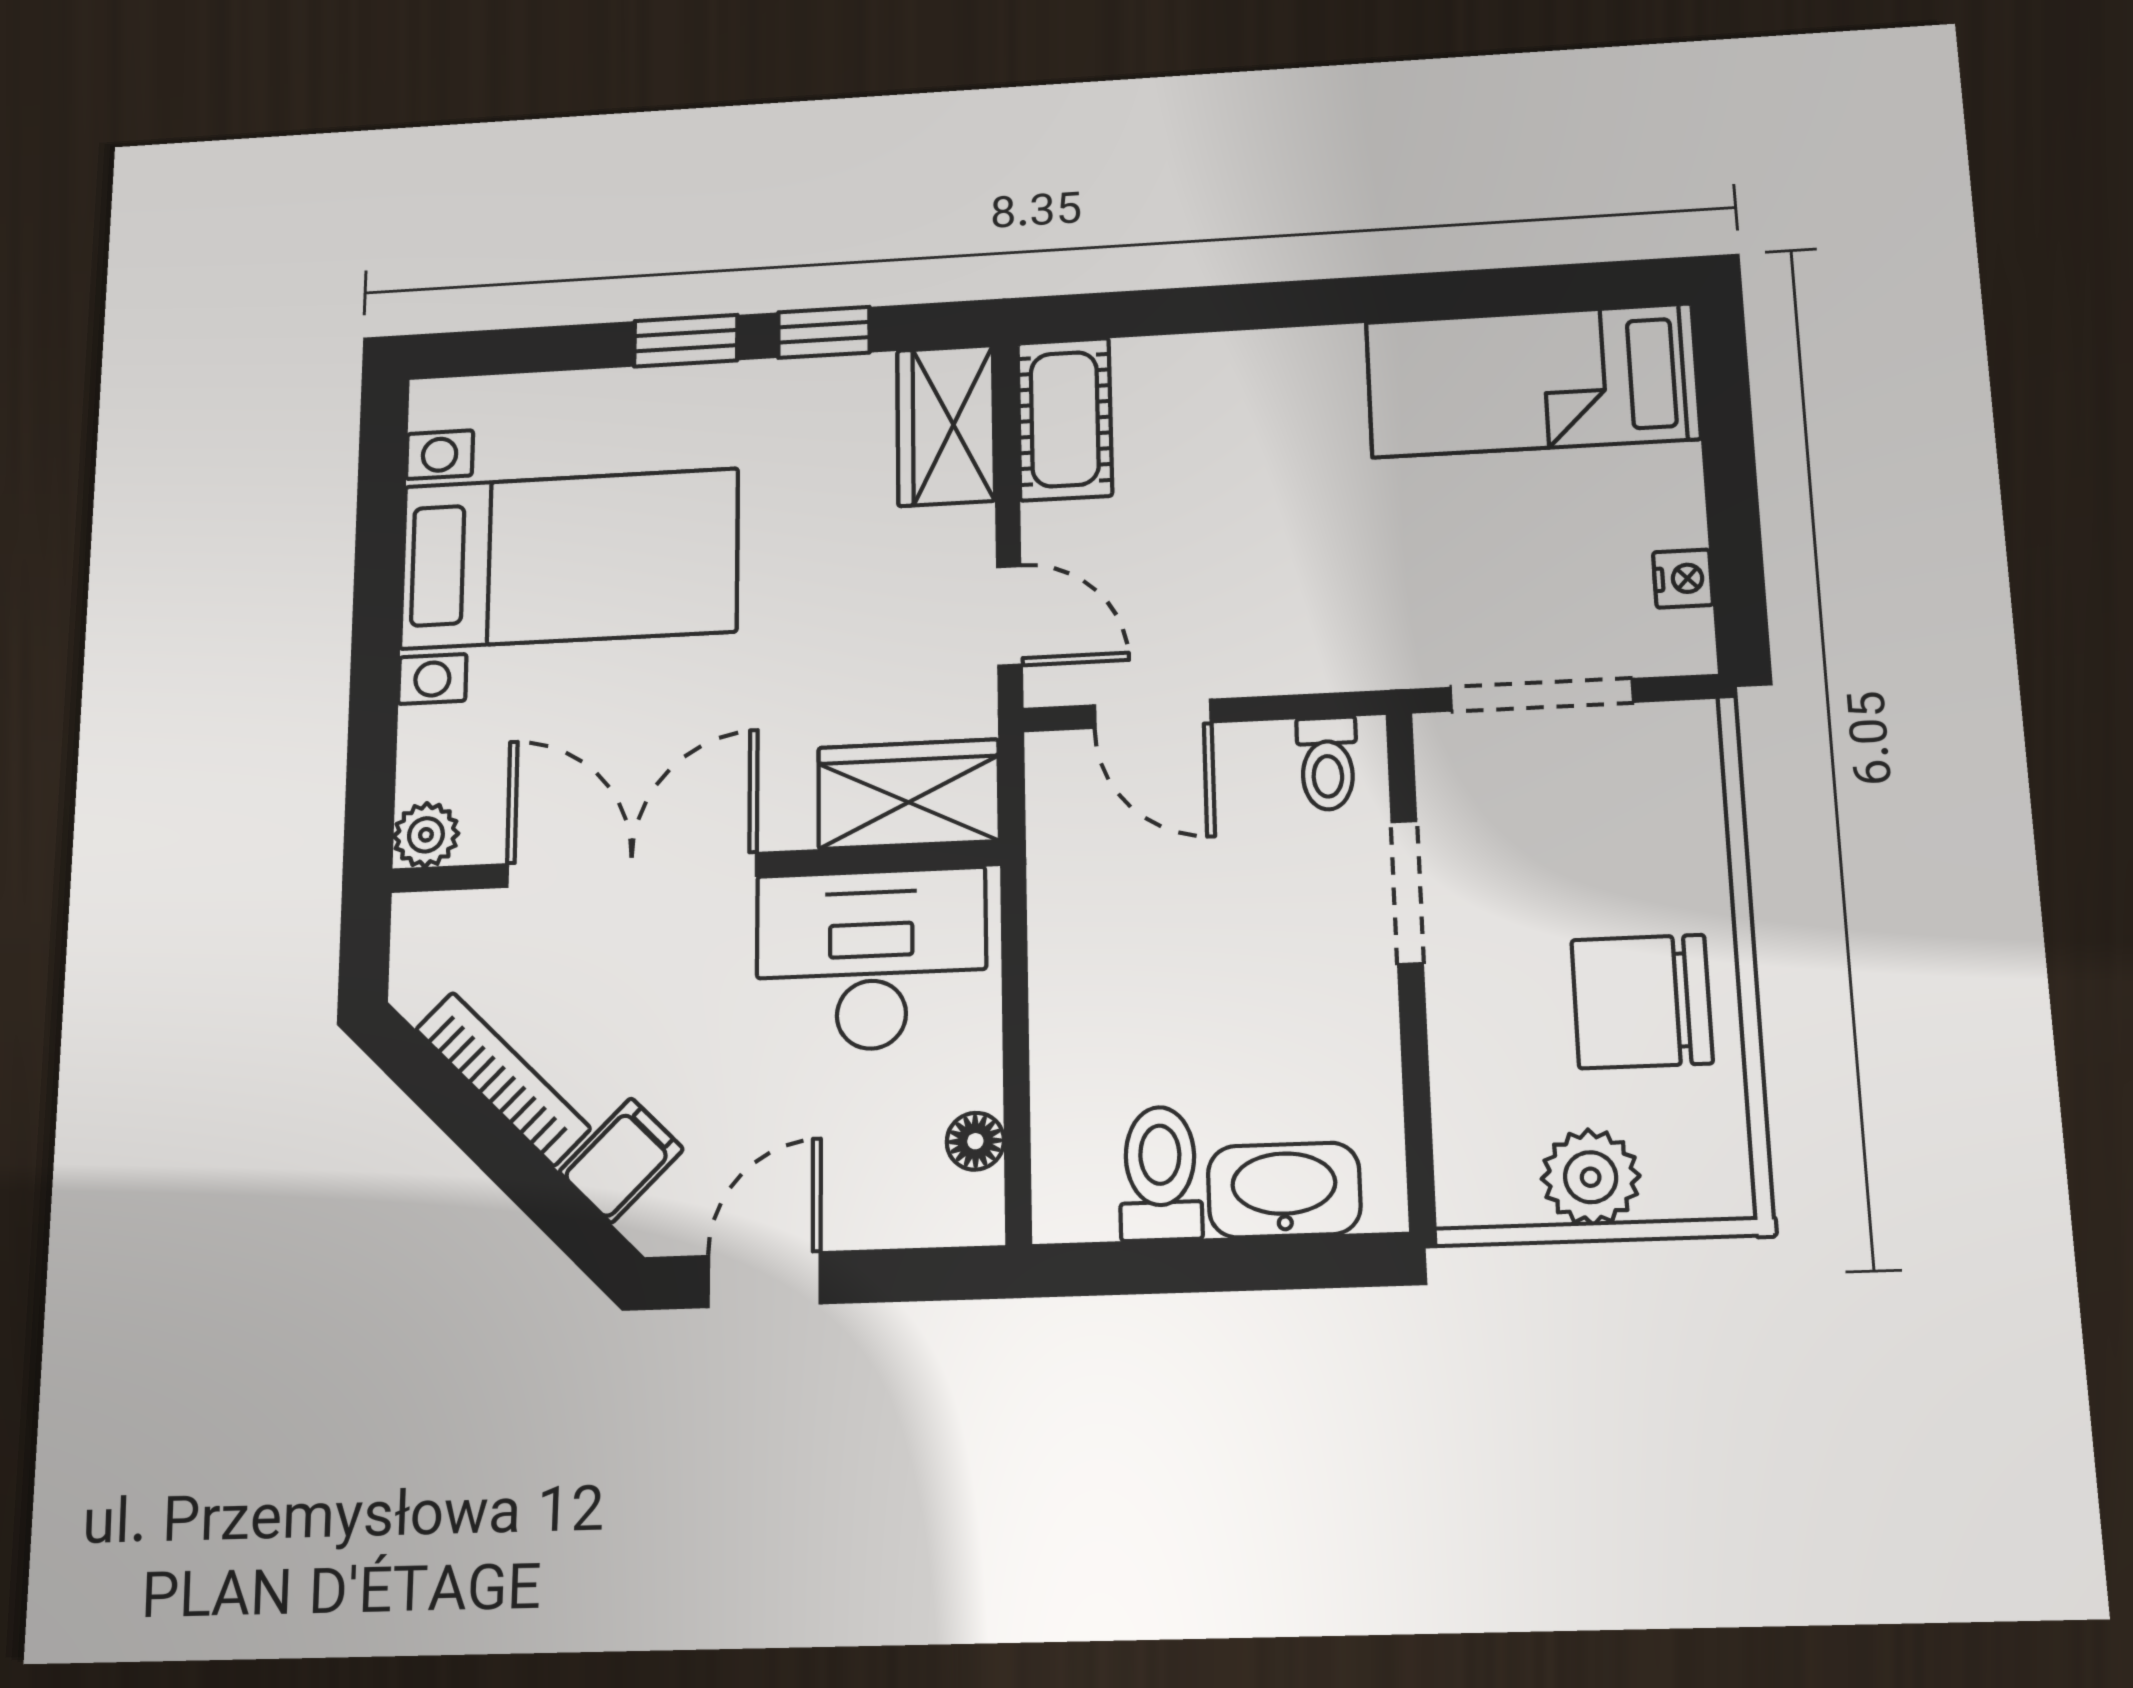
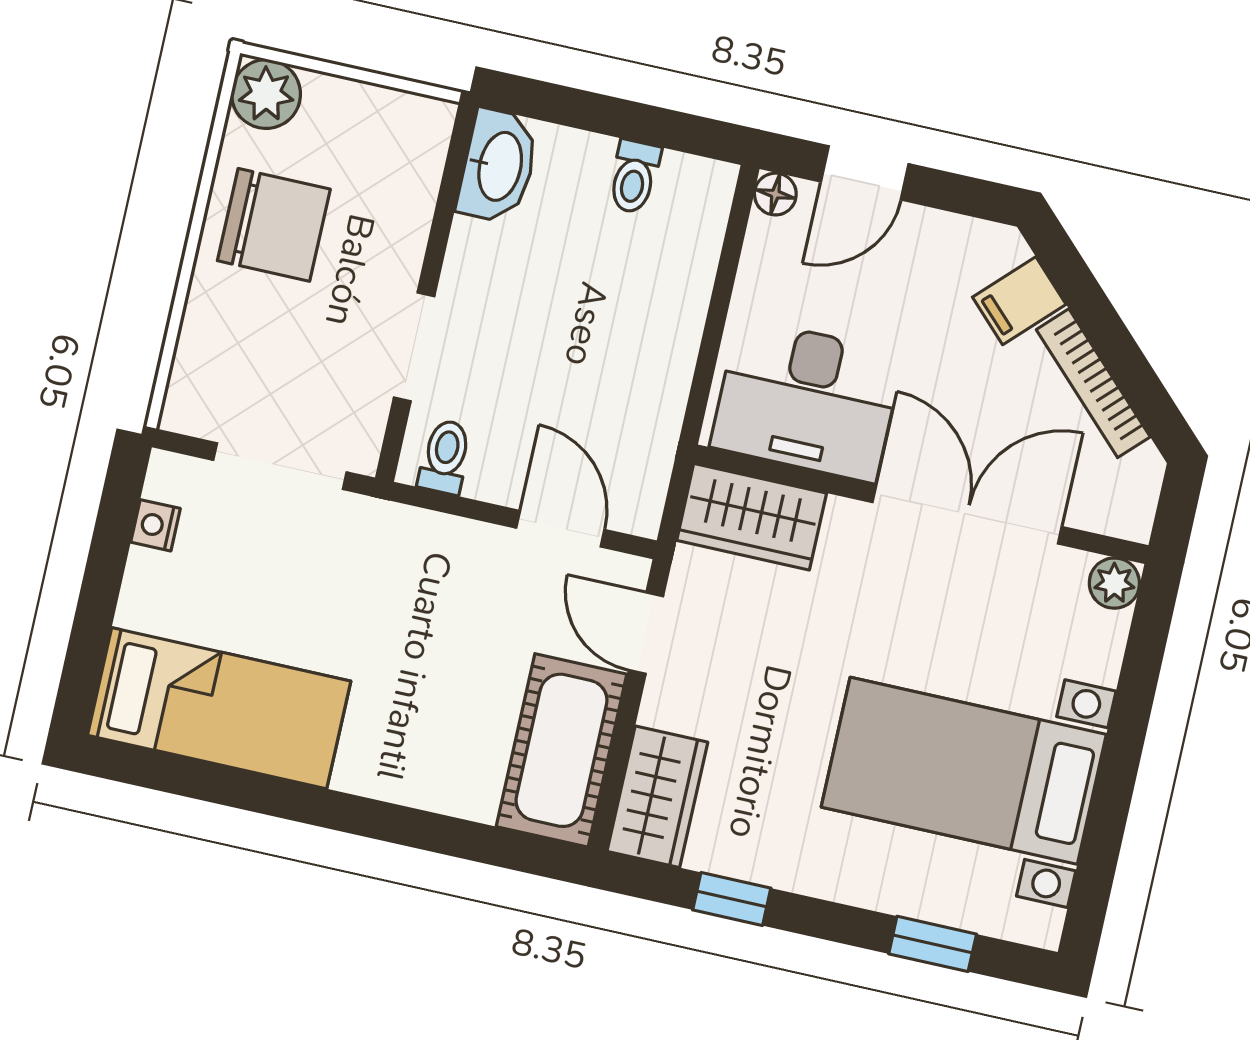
window: (686, 341) -> (933, 944), moved
cot: (1065, 419) -> (562, 750), width x1.37, depth x1.34
double door: (631, 870) -> (967, 515), swing flipped
floor lamp: (975, 1141) -> (775, 194), moved
toilet: (1160, 1173) -> (634, 177), width x0.73, depth x0.72
plant: (1591, 1177) -> (266, 94), moved
washbasin: (1284, 1190) -> (498, 166), moved, turned -90
door: (764, 1280) -> (865, 173), moved

